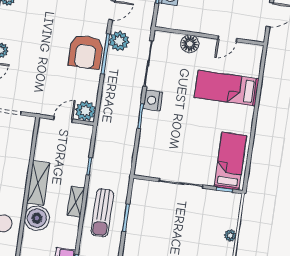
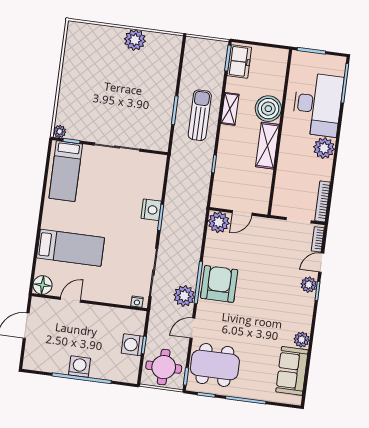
nightstand: (164, 36) -> (137, 302), added
floor lamp: (190, 44) -> (43, 285), moved
nightstand: (153, 100) -> (151, 210), moved
shelving: (76, 202) -> (230, 109), moved
plant: (230, 236) -> (60, 132), moved

